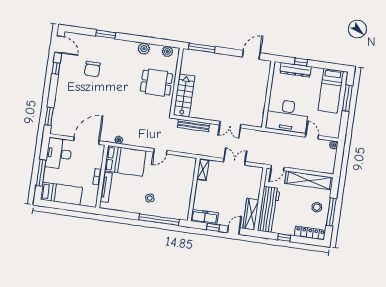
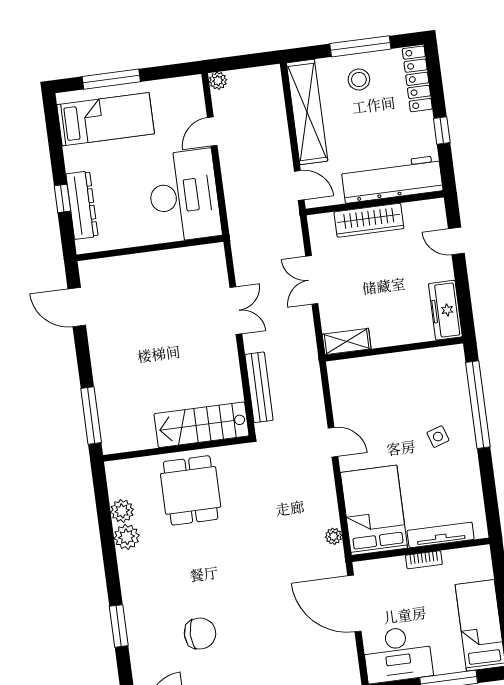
plant: (167, 51) -> (122, 511), moved
wardrobe: (251, 214) -> (369, 220), moved
window: (213, 227) -> (462, 286), removed

